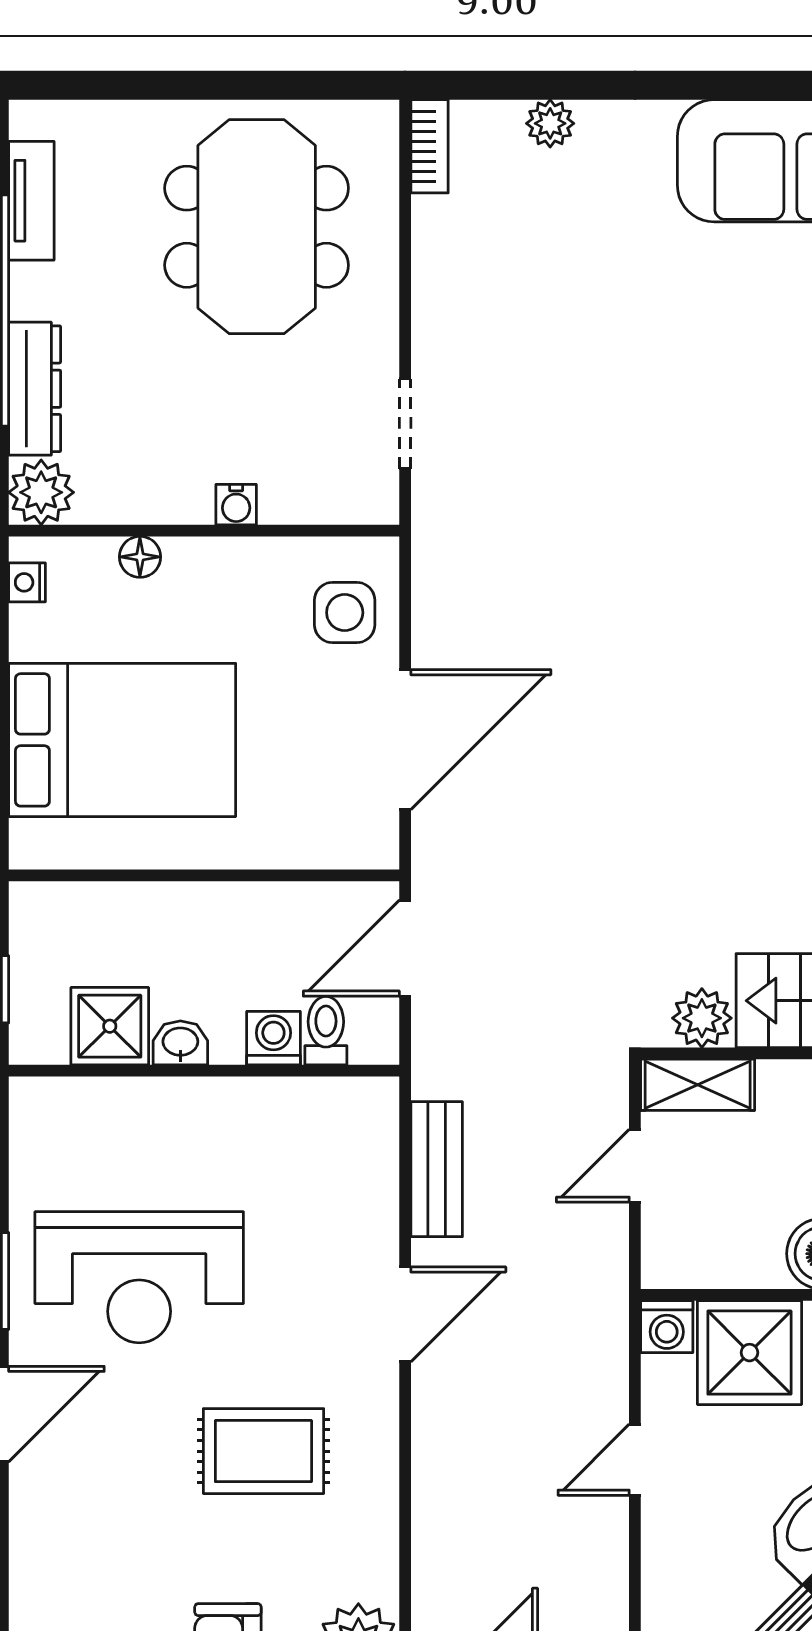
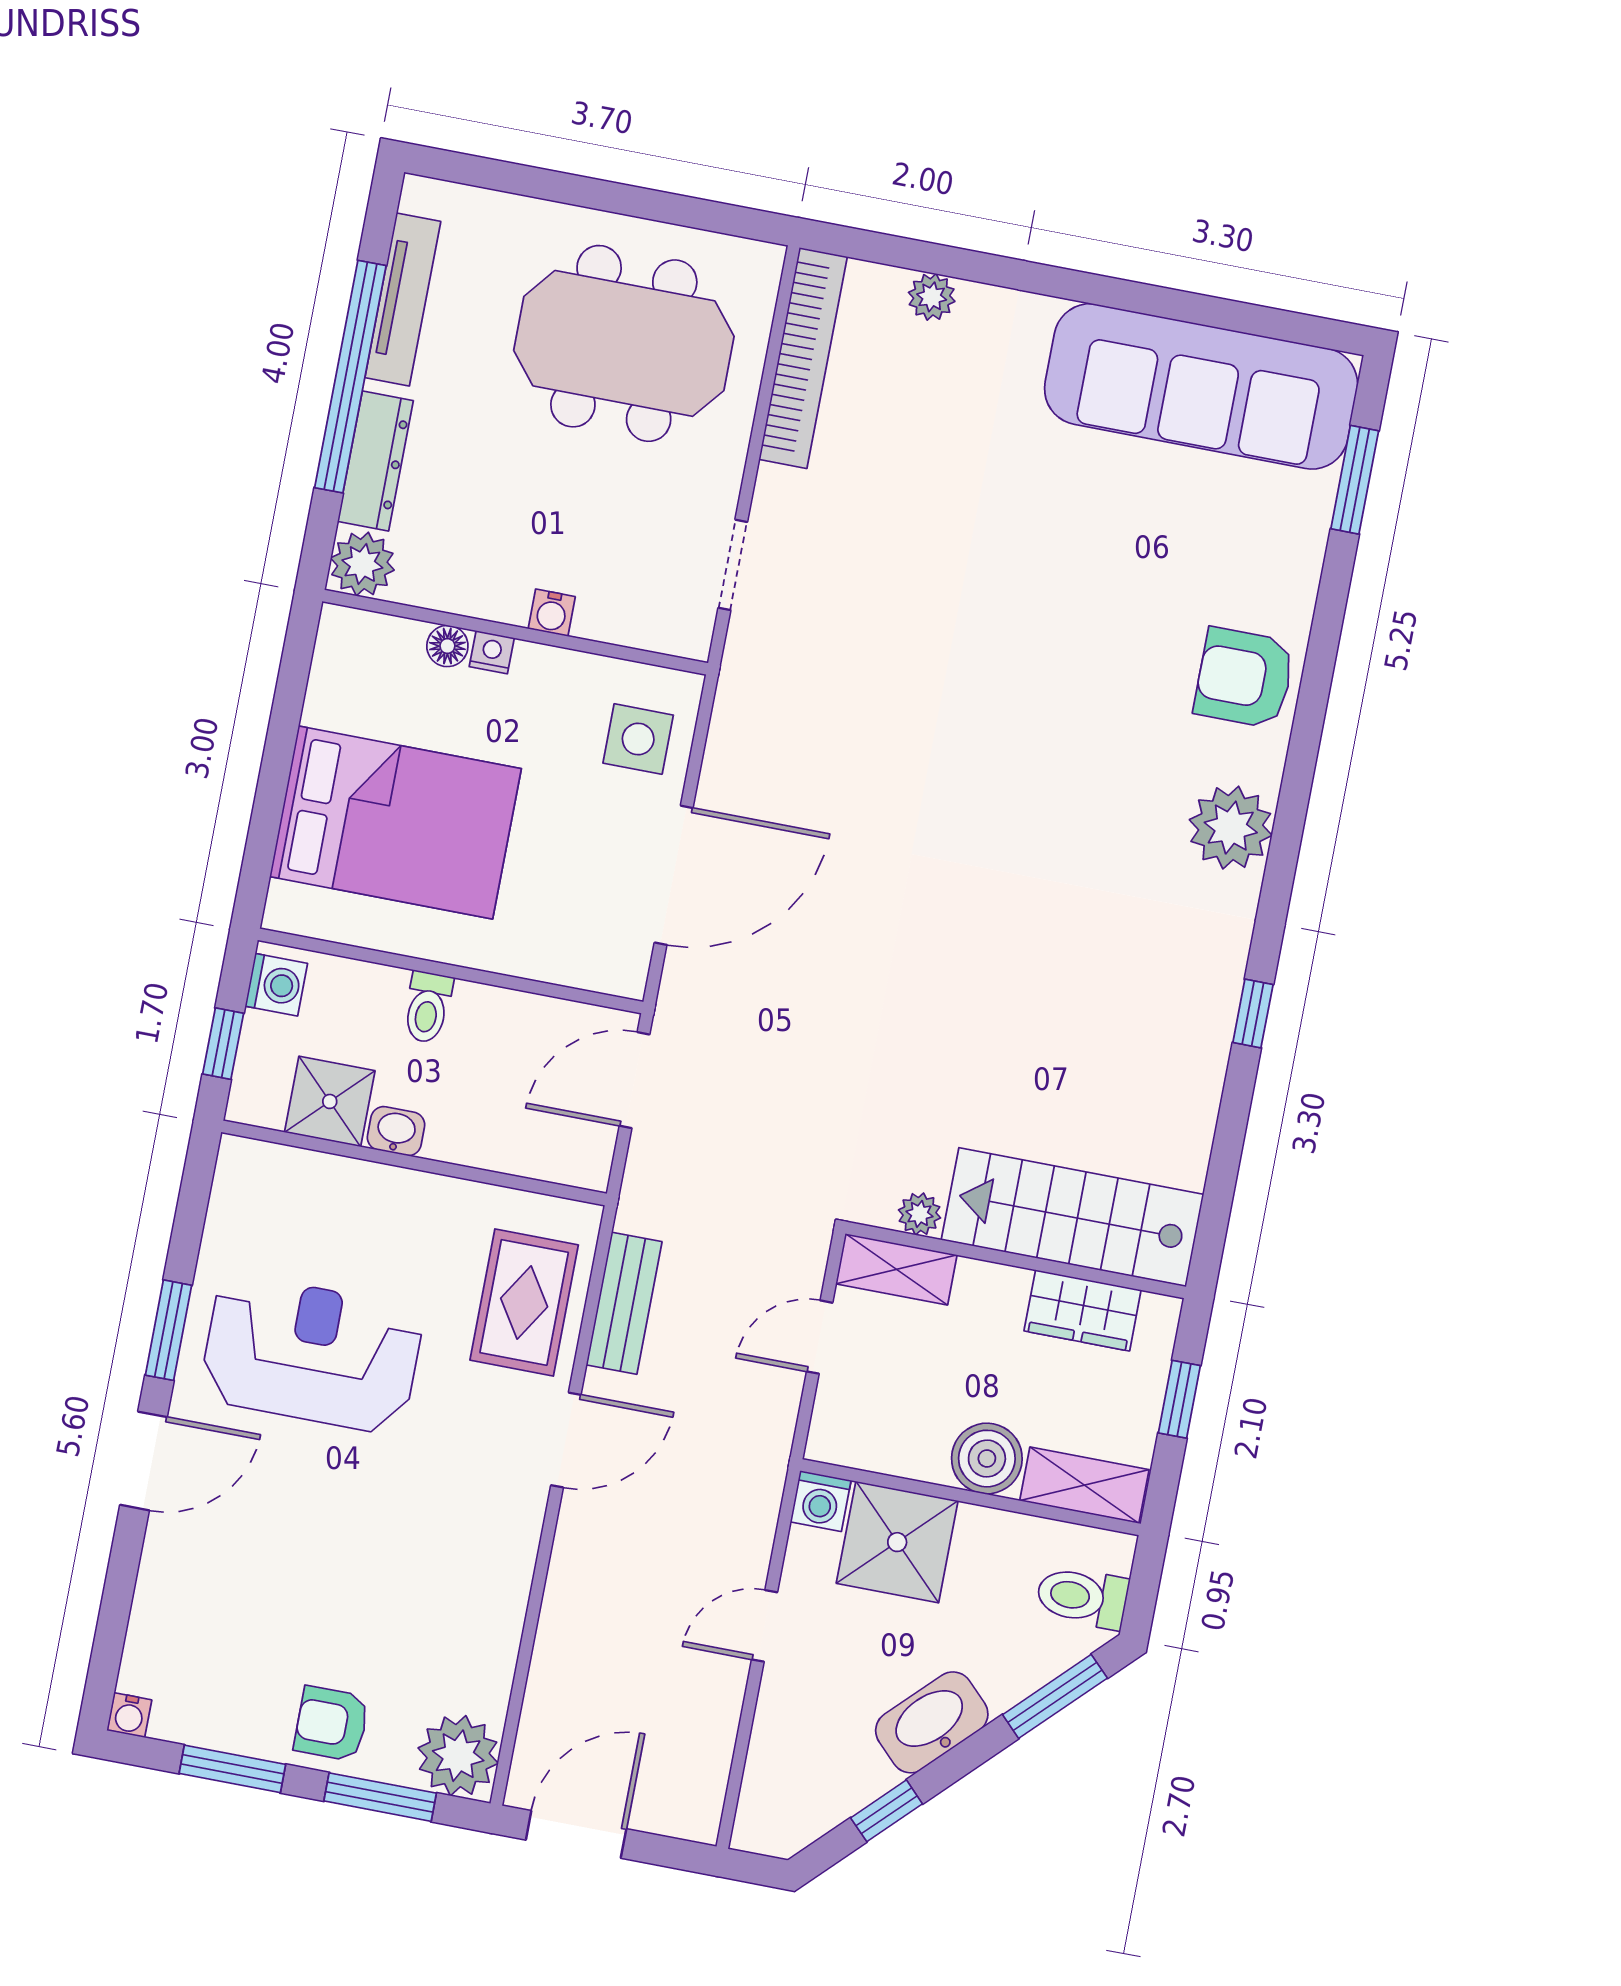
bookcase: (429, 146) -> (803, 358), width x2.31, depth x1.31
tv unit: (31, 201) -> (403, 300), width x1.41
meeting table: (257, 227) -> (624, 343), turned 90
nightstand: (27, 582) -> (492, 652), moved, turned 90
plant: (702, 1018) -> (919, 1214), width x0.73, depth x0.73
toilet: (326, 1031) -> (428, 1007), moved, turned 180
washing machine: (273, 1038) -> (276, 985), moved, turned 90
reception desk: (139, 1277) -> (312, 1354), turned 180
rug: (263, 1451) -> (524, 1302), moved, turned 90

